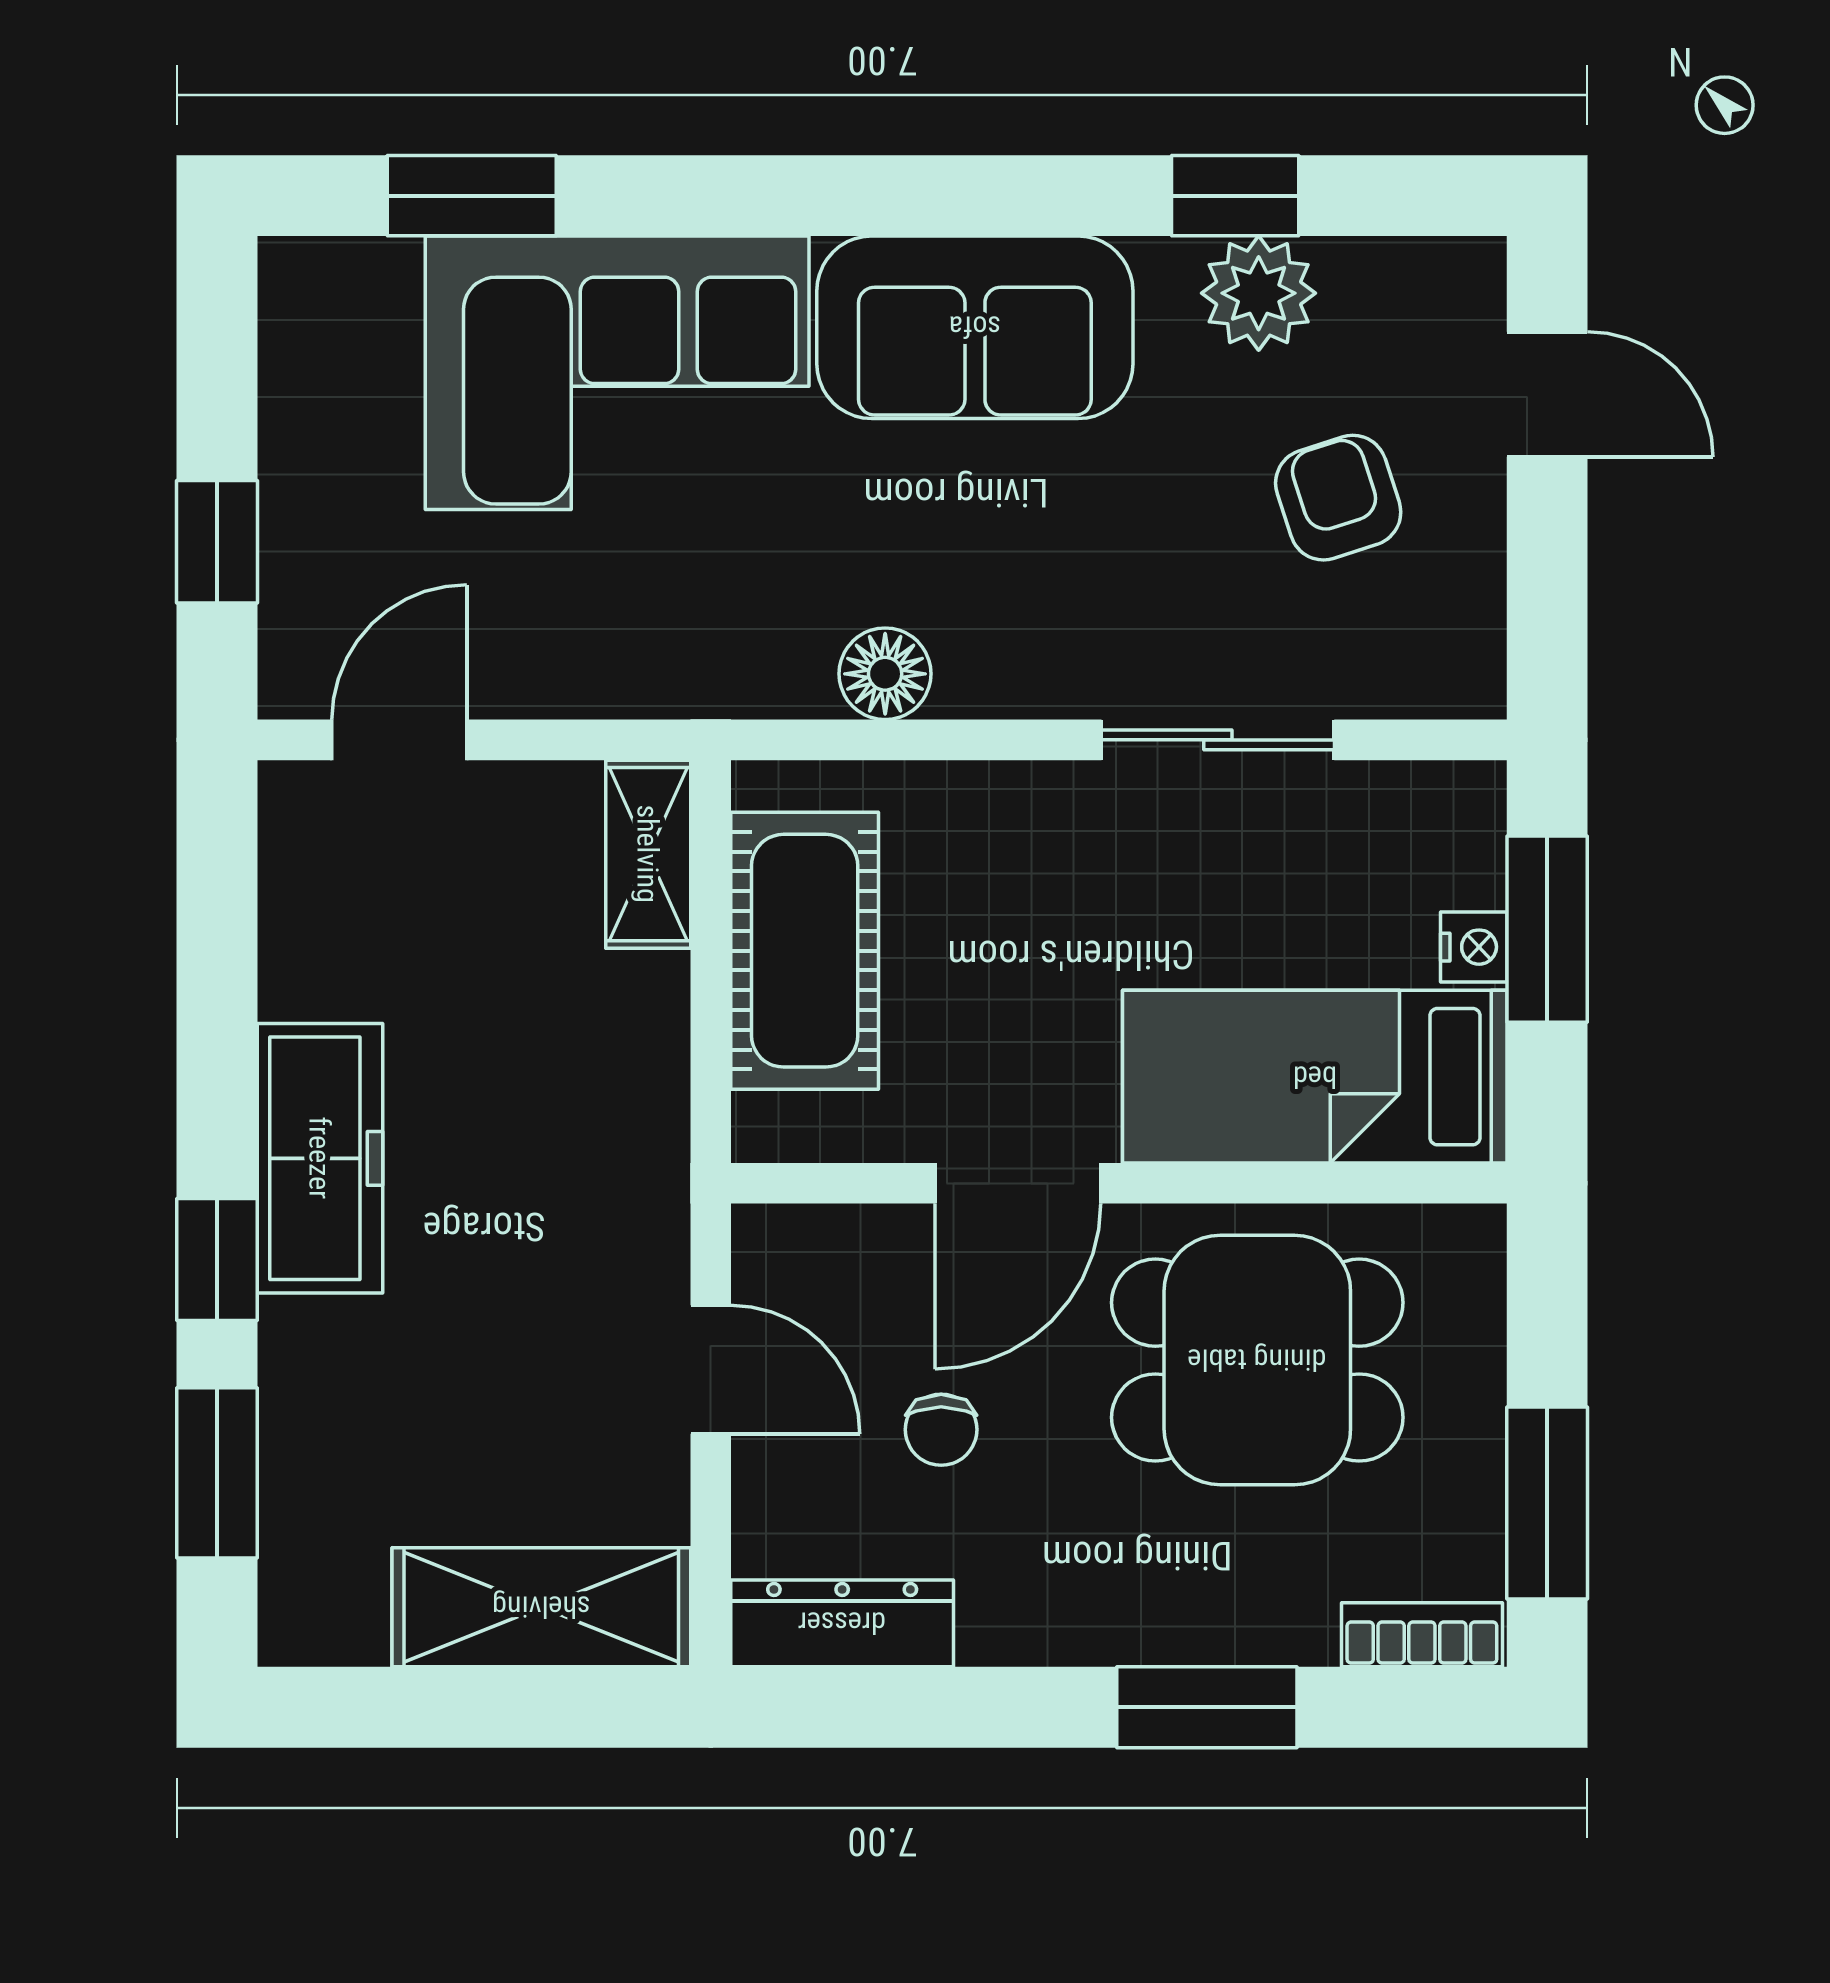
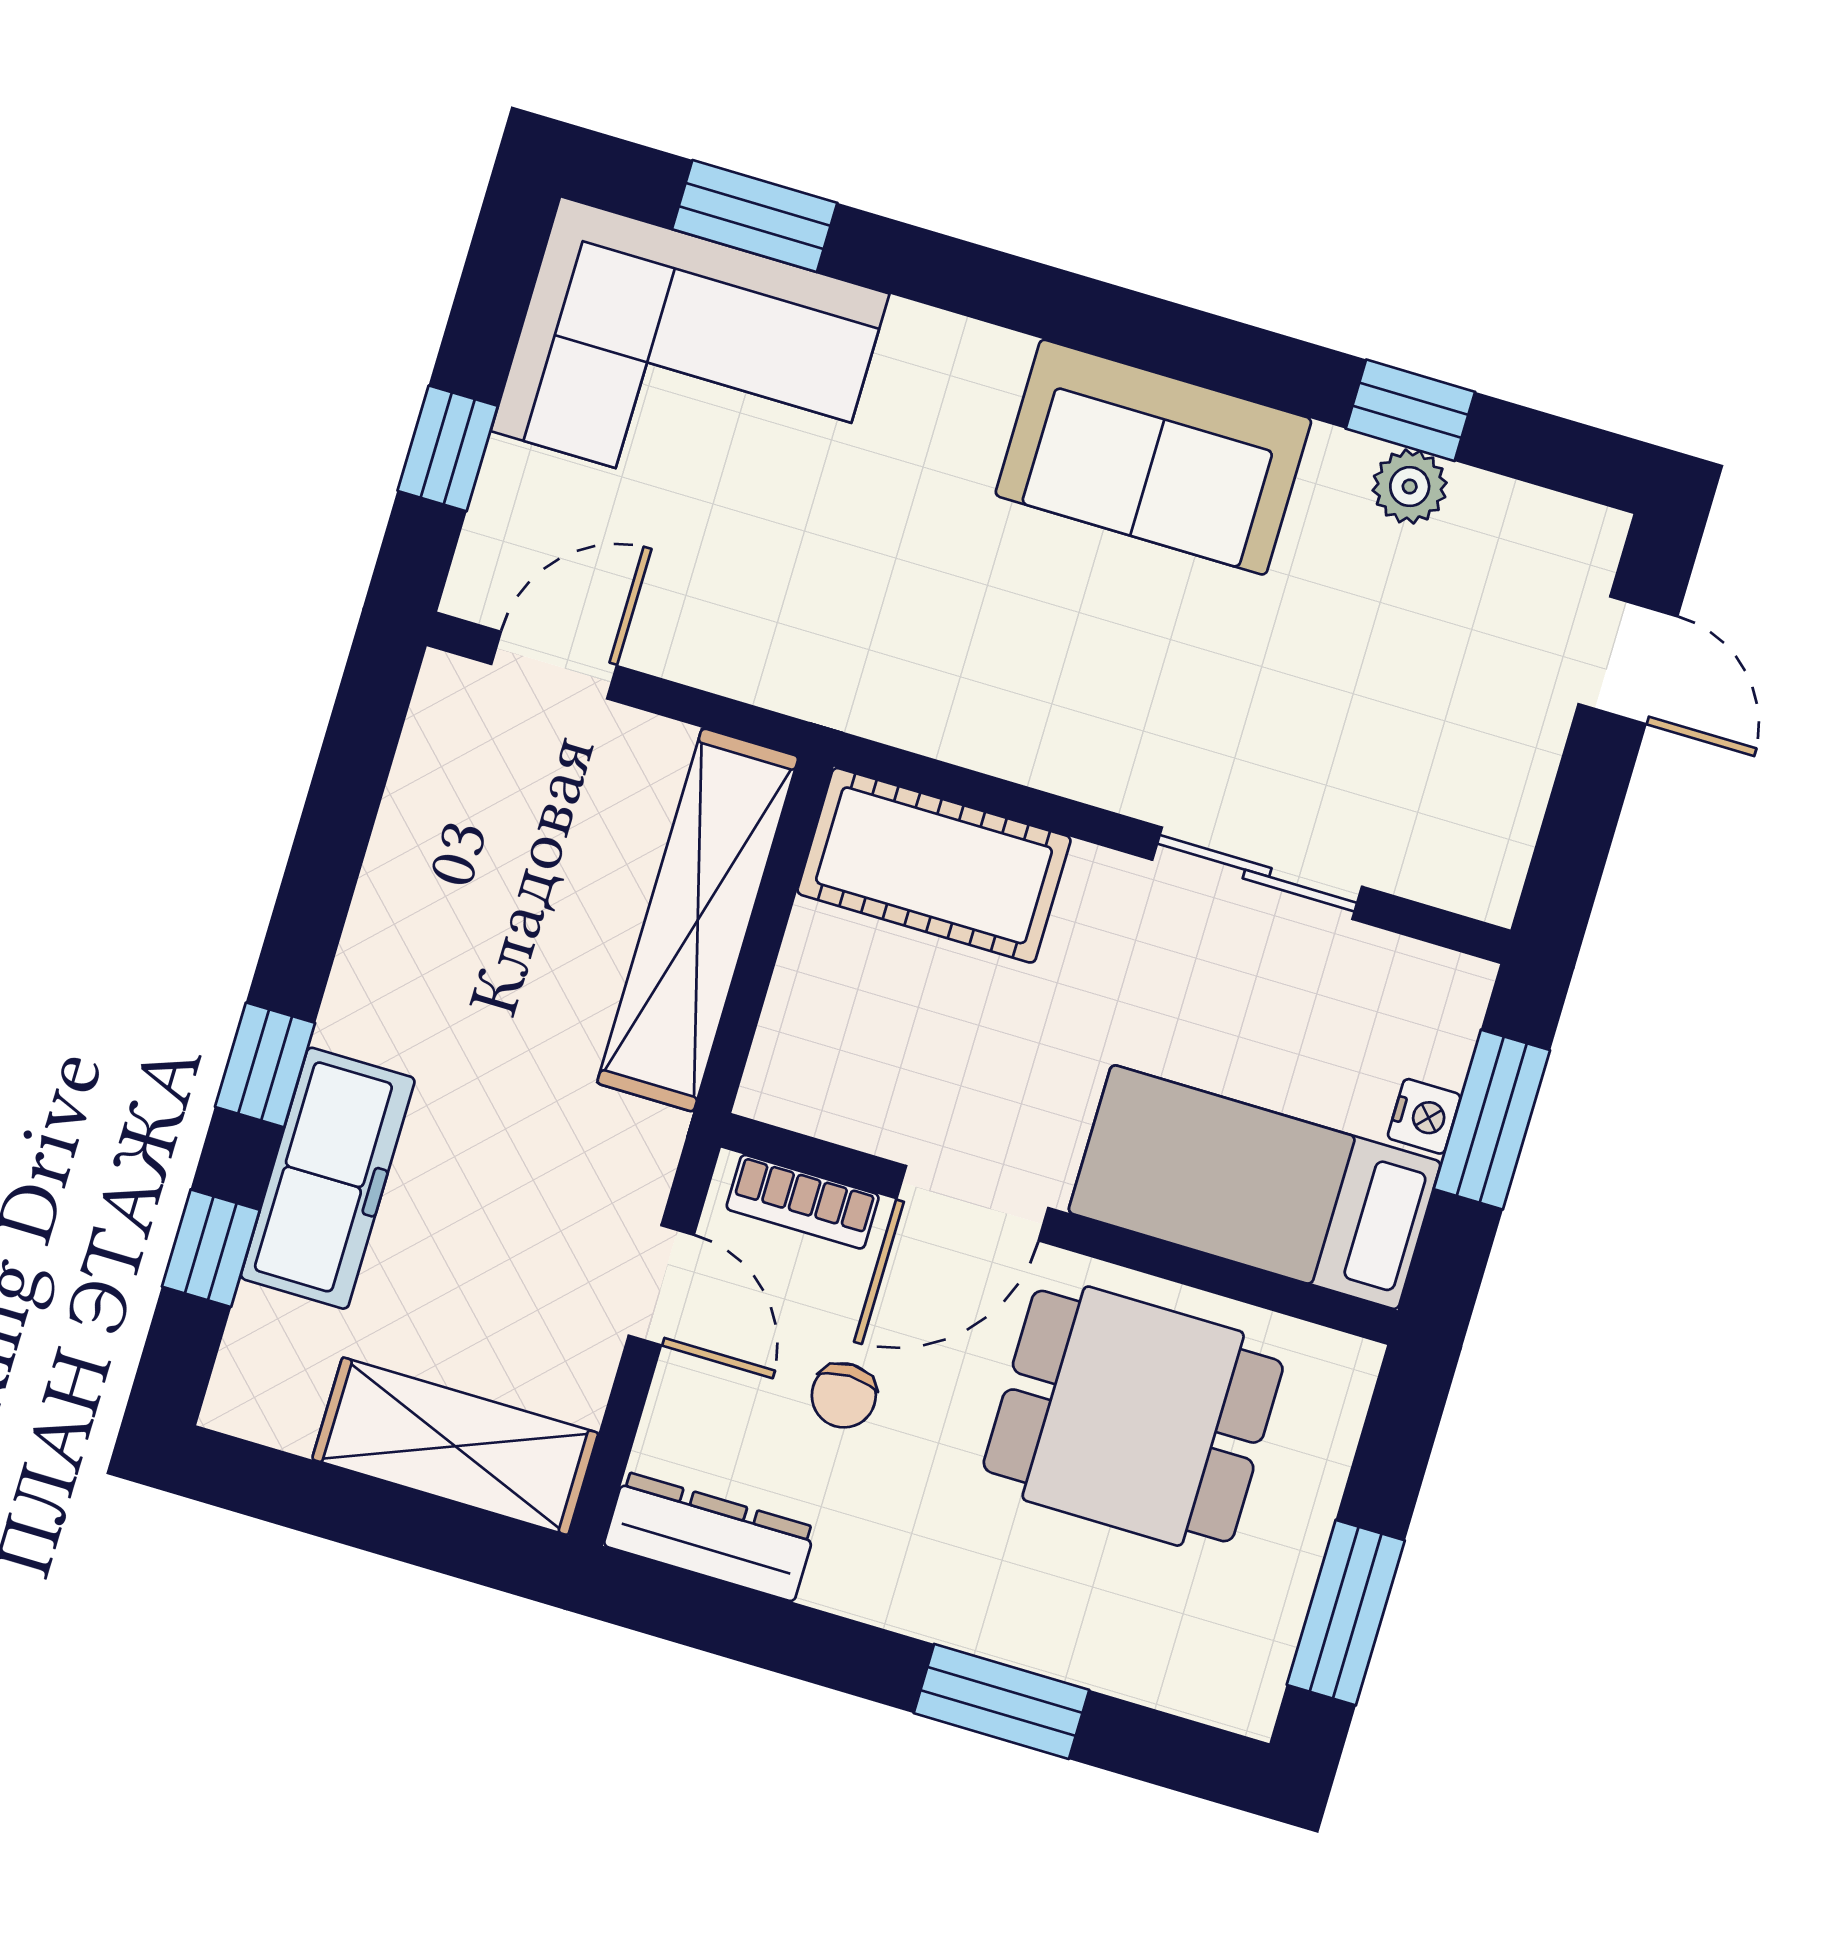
plant: (1259, 293) -> (1410, 487), width x0.73, depth x0.73
corner sofa: (617, 373) -> (690, 362), moved
armchair: (1338, 498) -> (1422, 696), removed
floor lamp: (885, 674) -> (988, 732), removed
shelving: (648, 854) -> (698, 920), width x2.20, depth x1.33
cot: (805, 951) -> (934, 865), moved, turned 90
freezer: (320, 1158) -> (328, 1178), moved
window: (217, 1473) -> (211, 1248), width x0.67
bookcase: (1422, 1635) -> (803, 1202), moved, turned 180

